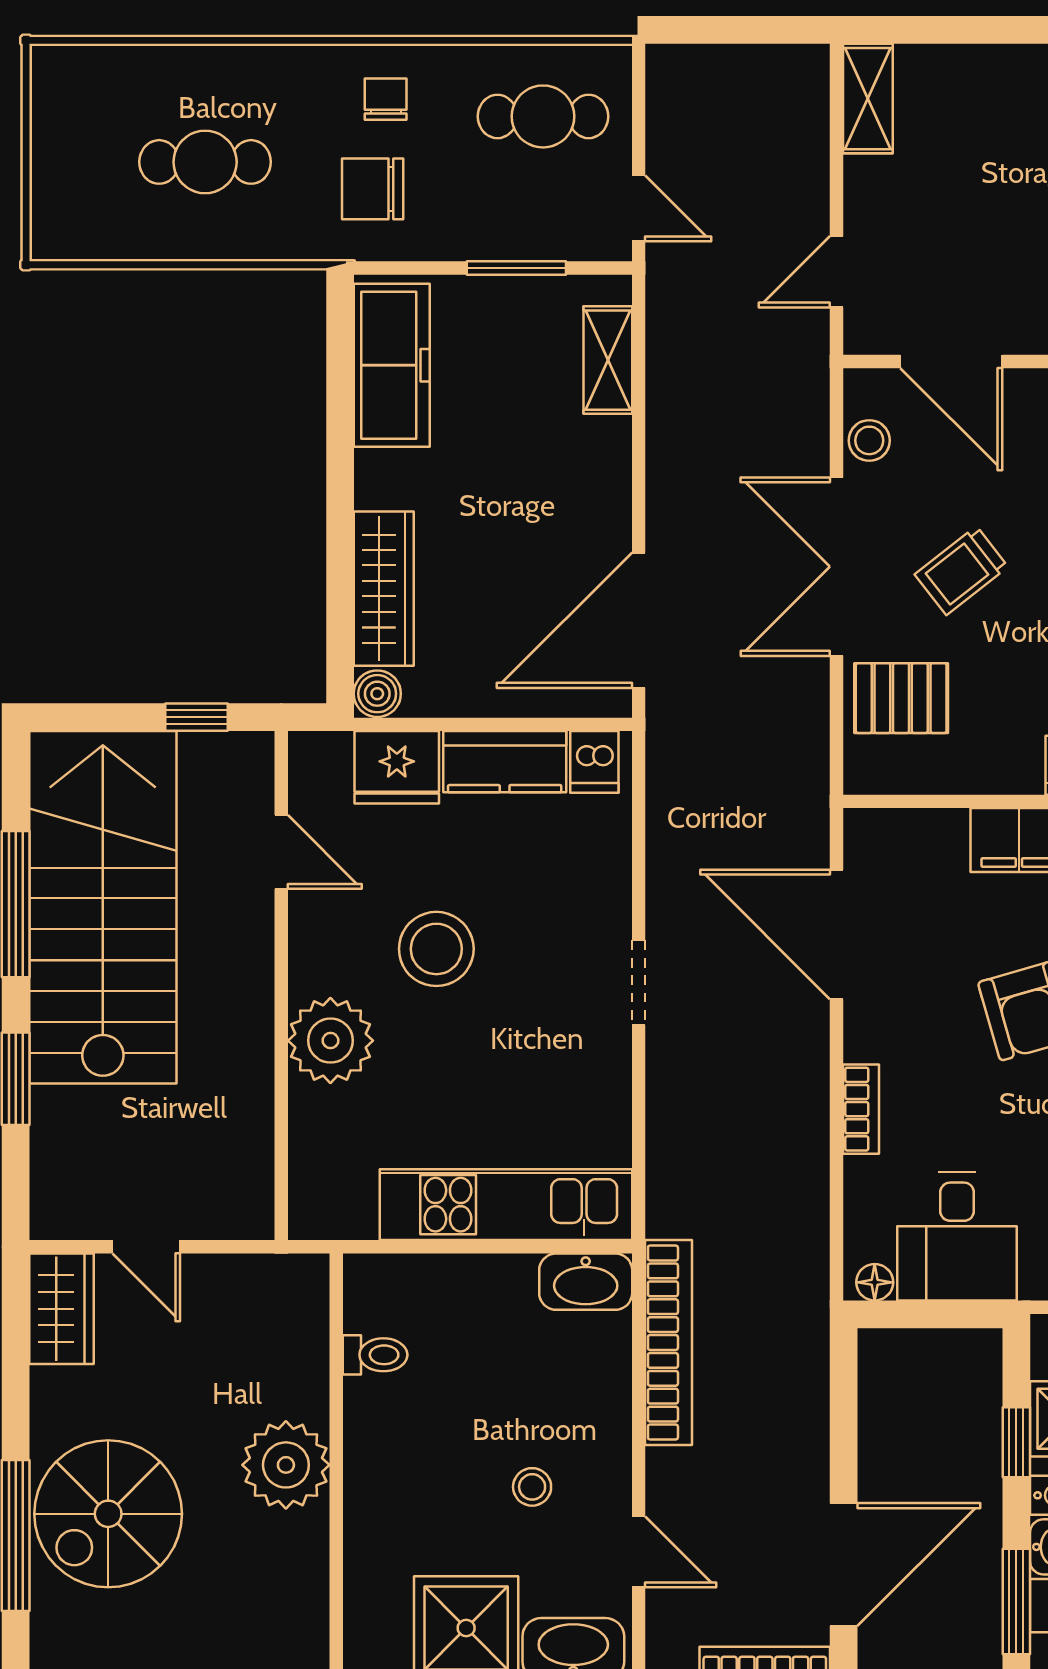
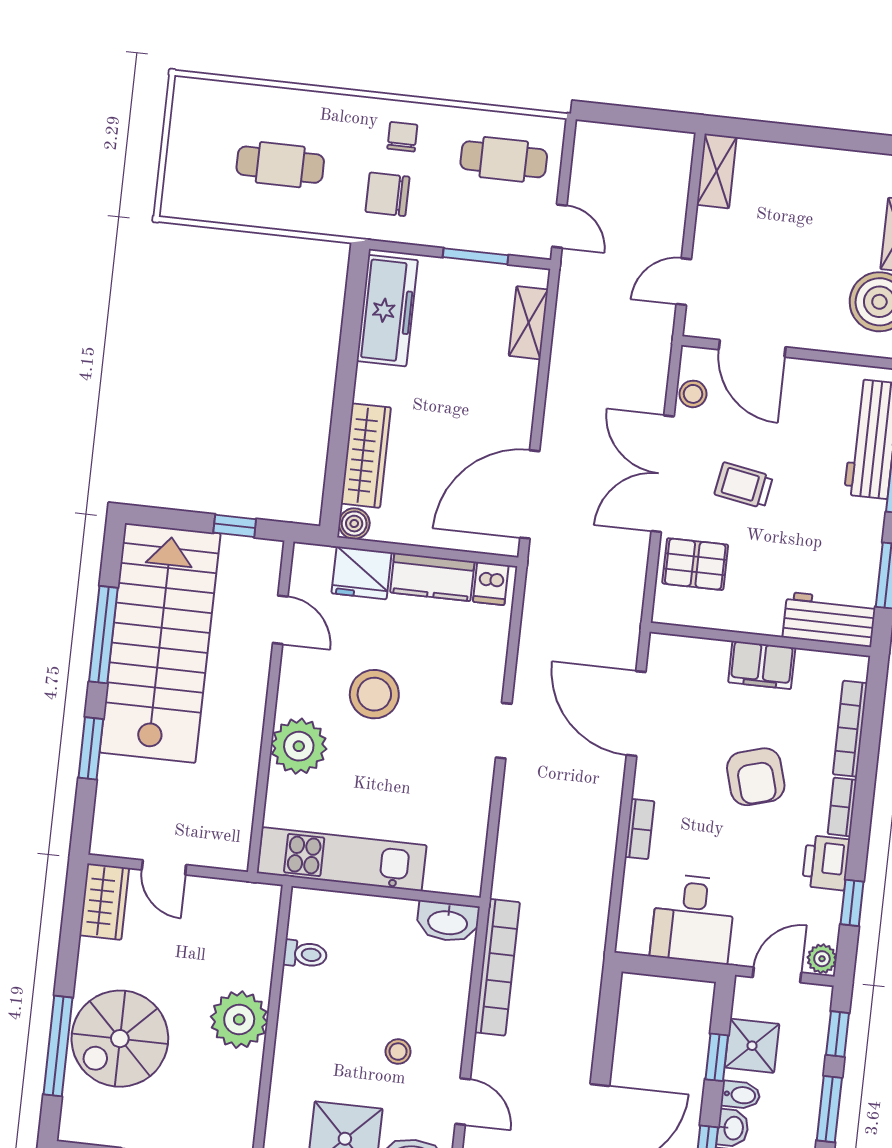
trolley: (961, 571) -> (744, 485), turned 48
kitchen unit: (506, 1205) -> (342, 859), moved
floor lamp: (875, 1282) -> (636, 943), removed

